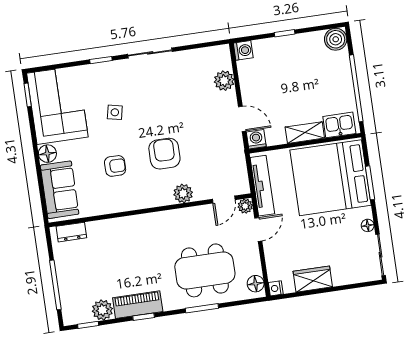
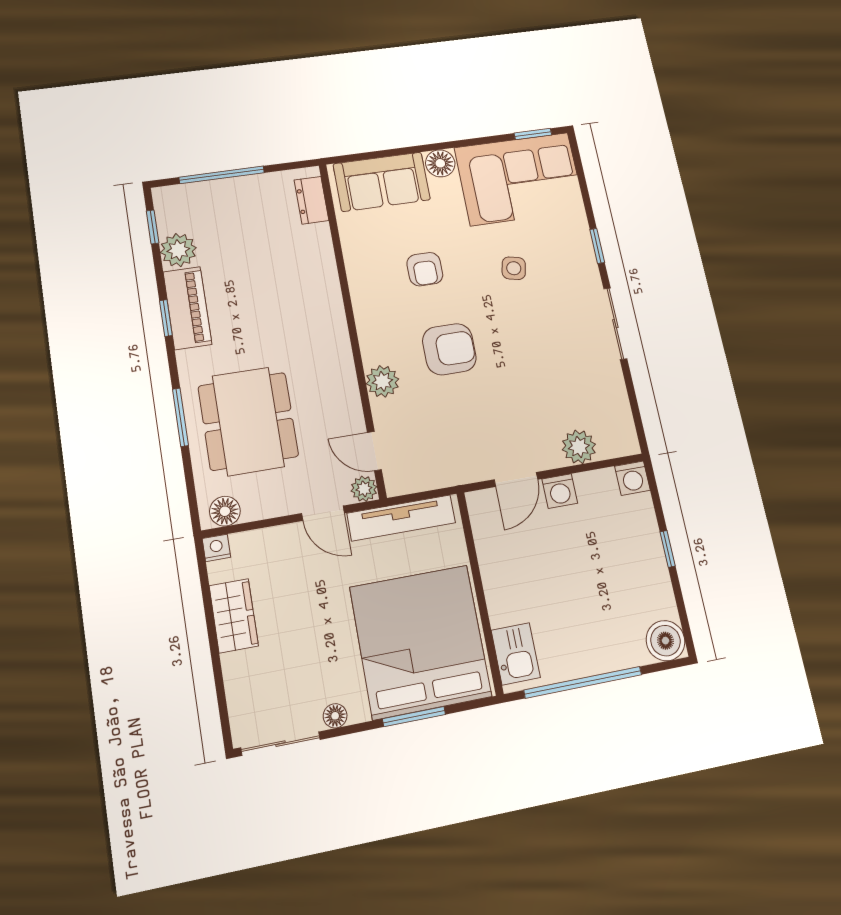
shelving: (305, 133) -> (499, 591), removed
washing machine: (256, 139) -> (560, 491), moved, turned 90

